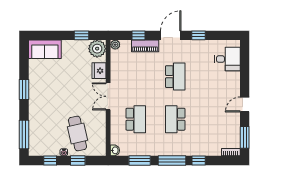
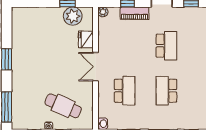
sofa: (45, 49) -> (29, 17), removed
plant: (97, 49) -> (73, 16), moved
cafe table: (78, 133) -> (63, 106), turned -53

